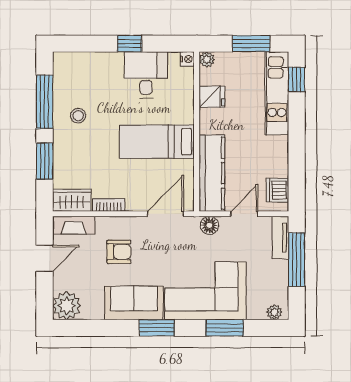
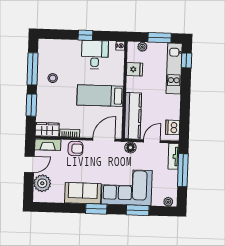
plant: (207, 59) -> (142, 47), moved
armchair: (119, 252) -> (75, 149), moved
plant: (67, 306) -> (42, 183), moved

